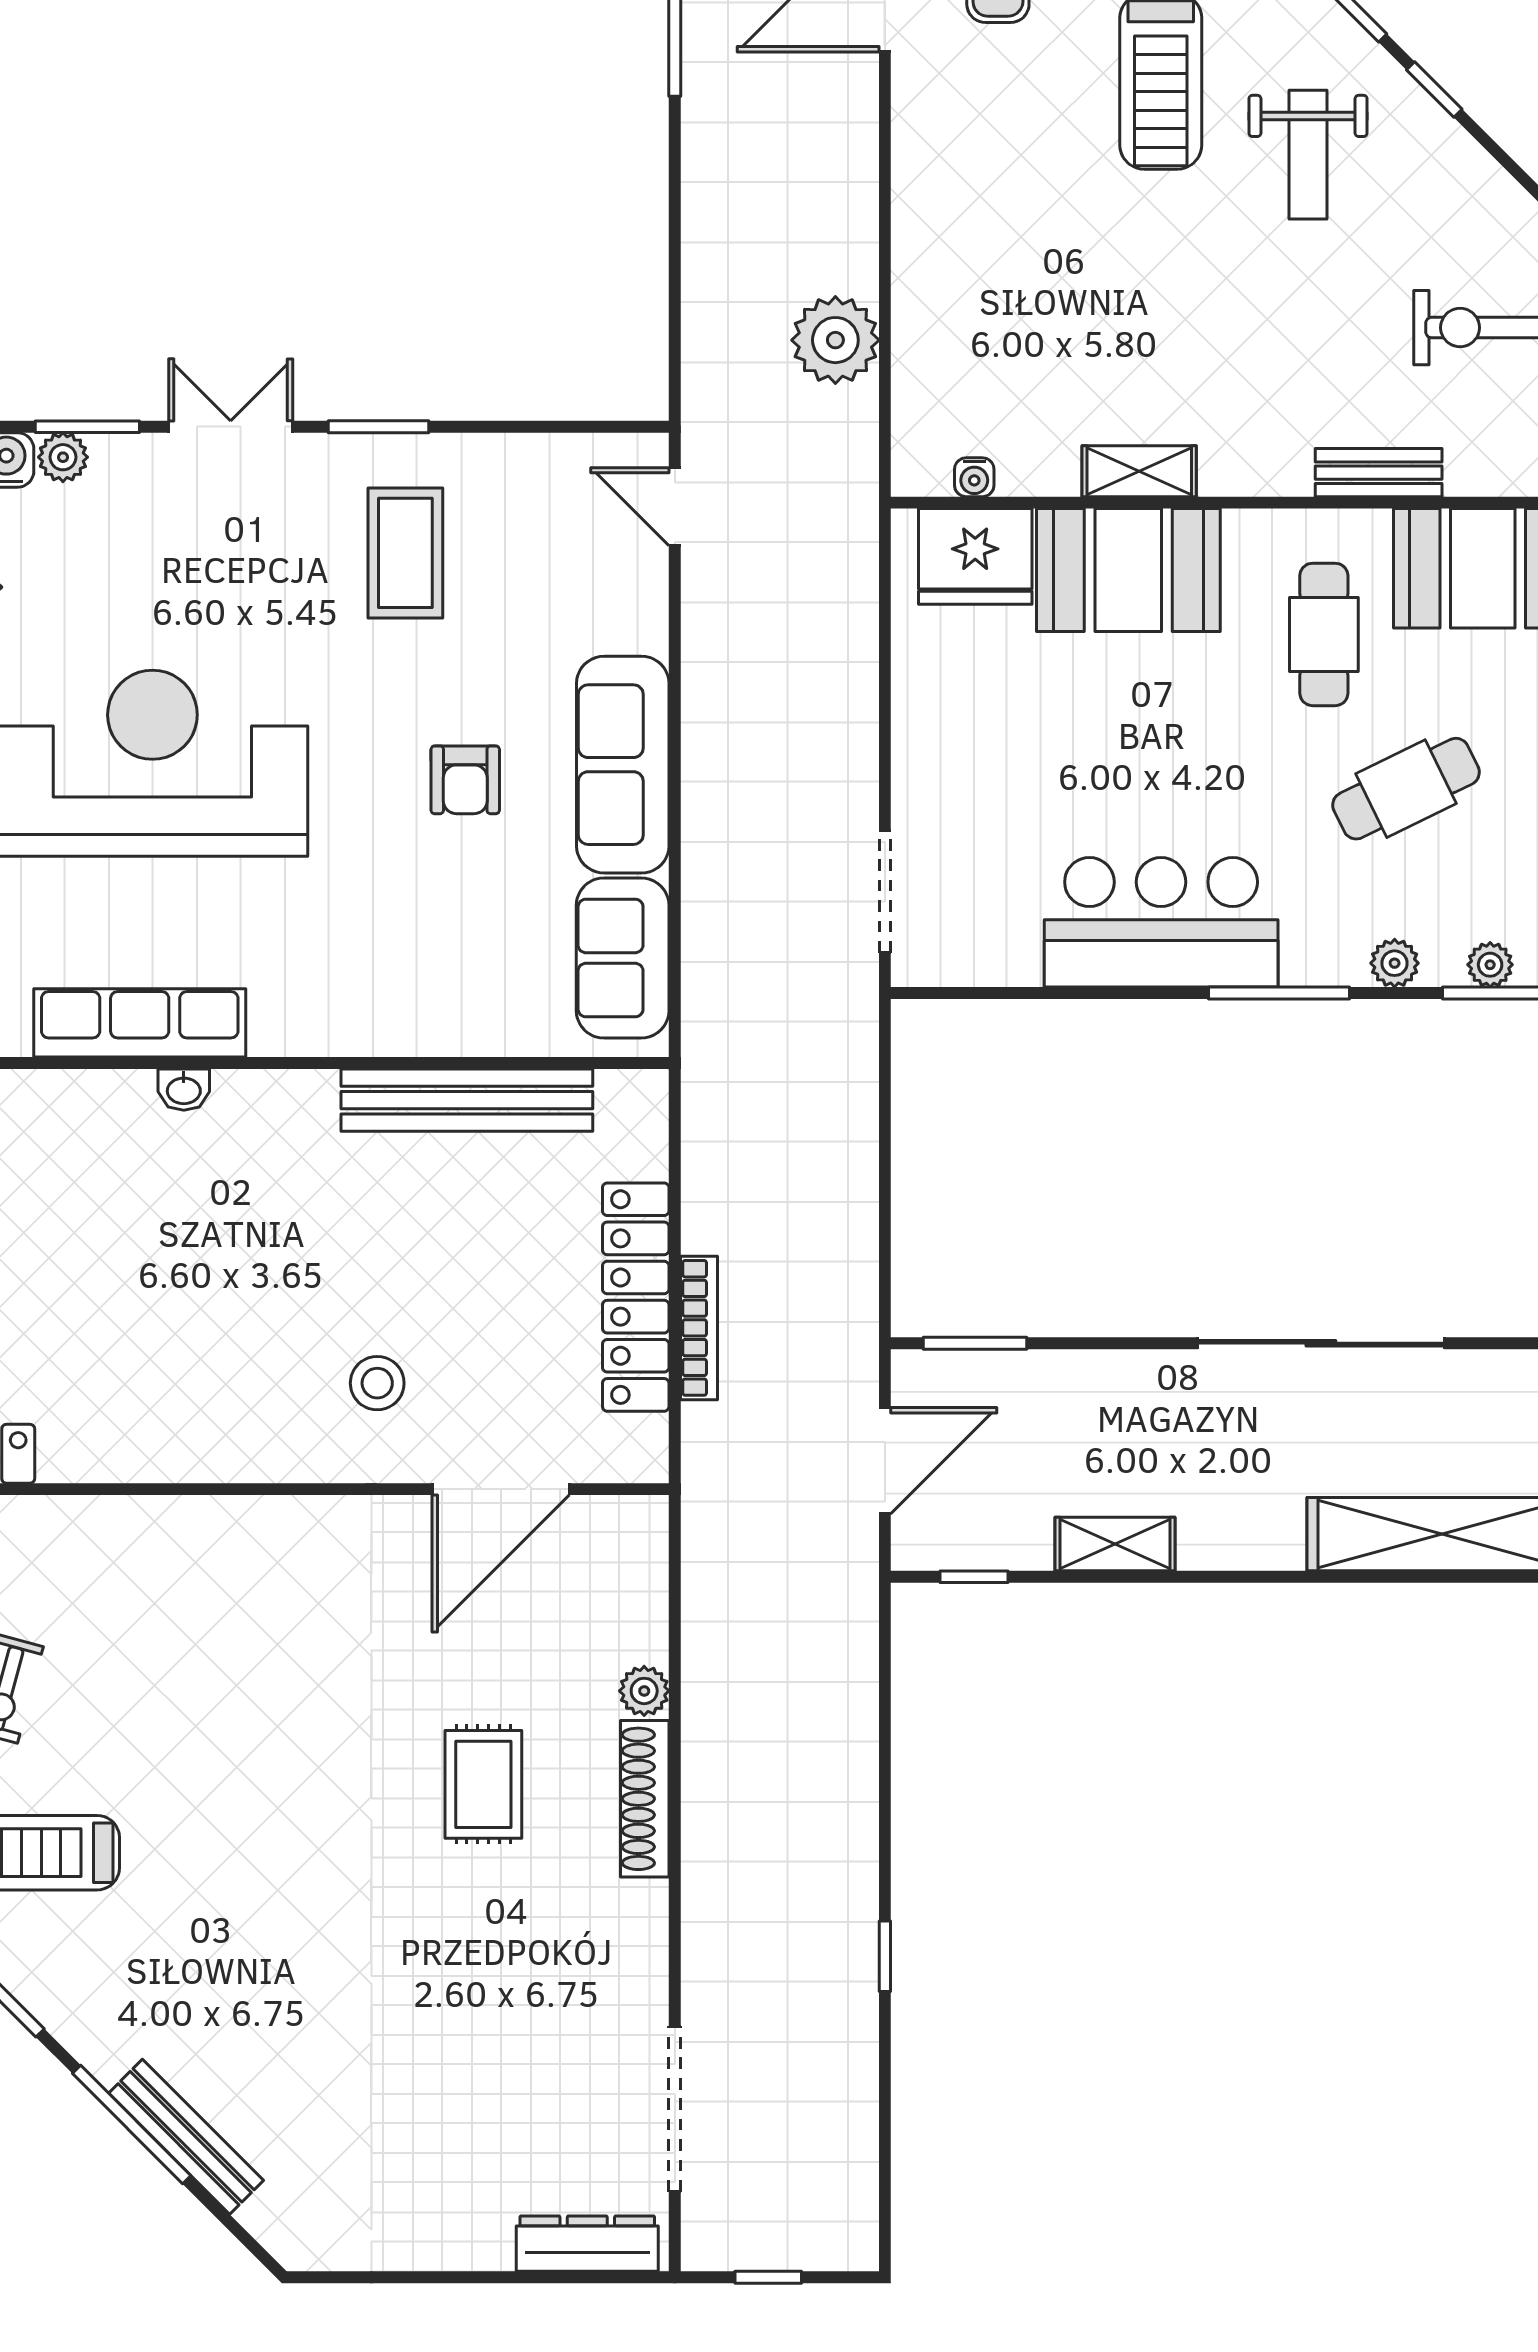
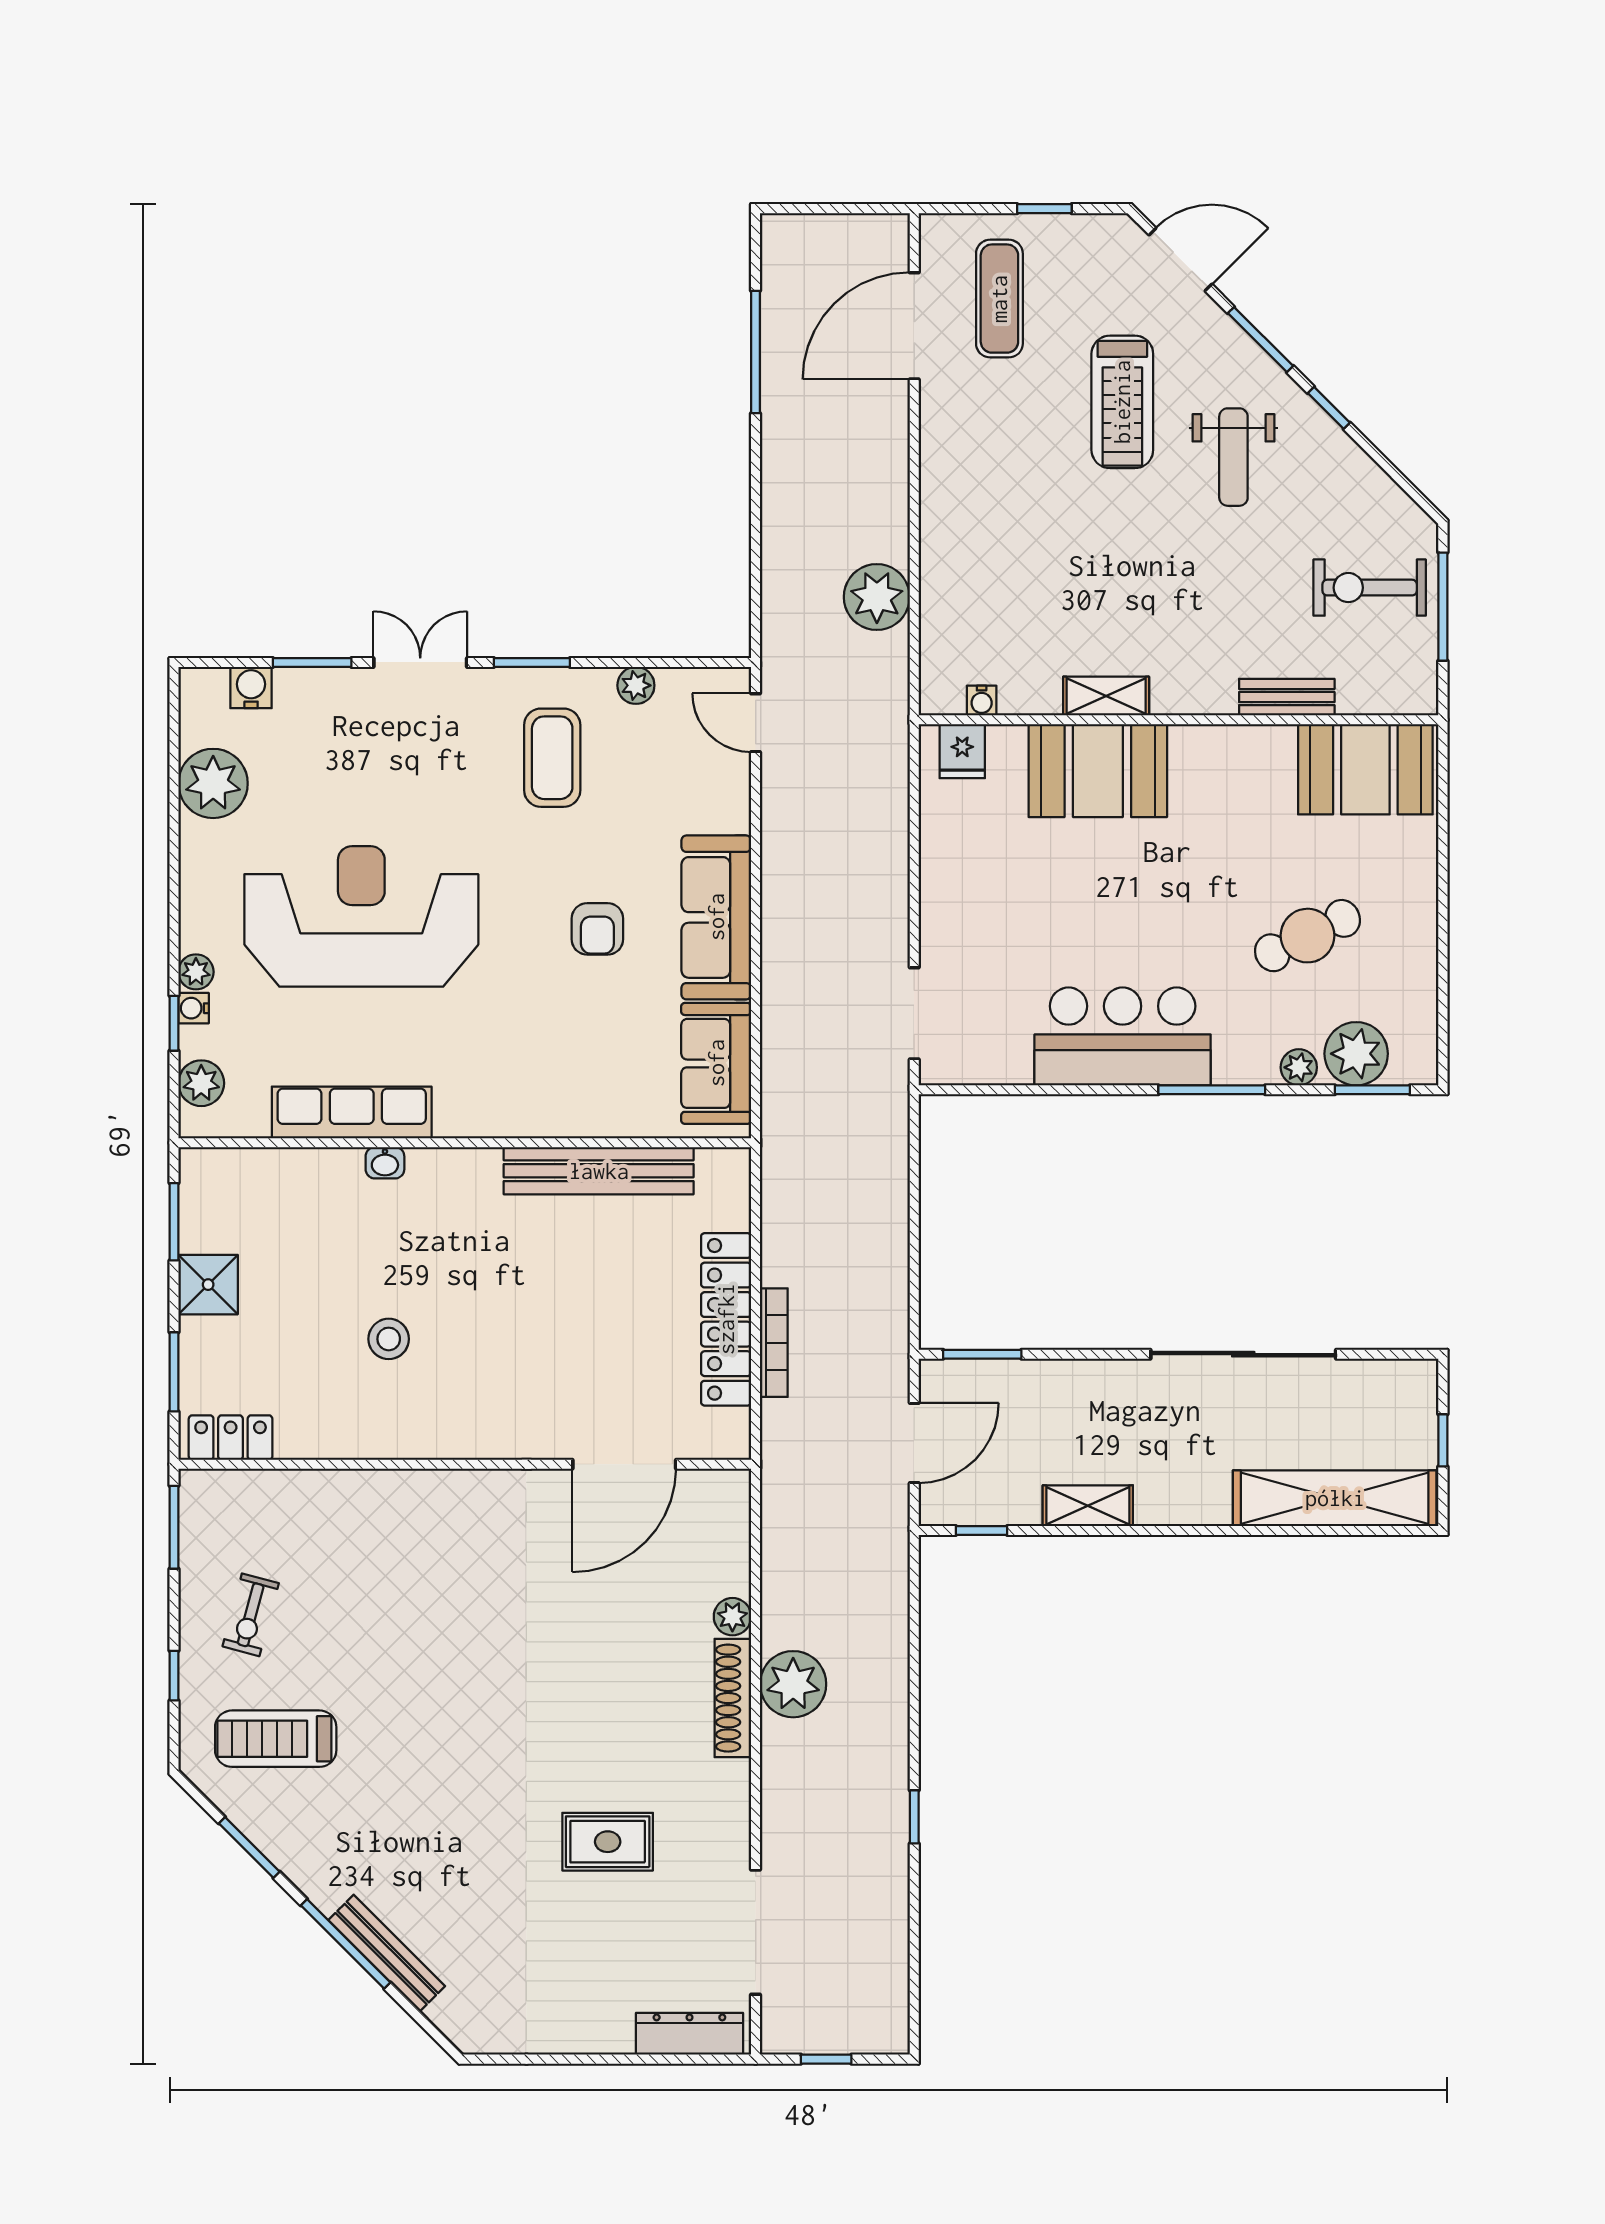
plant: (63, 457) -> (636, 685), moved
fridge: (975, 556) -> (962, 751), width x0.53, depth x0.75
cafe table: (1324, 634) -> (1245, 819), removed
plant: (1490, 965) -> (1356, 1054), width x1.87, depth x1.87
stool: (377, 1383) -> (389, 1339), moved
plant: (724, 1780) -> (793, 1684), added
rug: (483, 1784) -> (608, 1842), moved, turned 90

